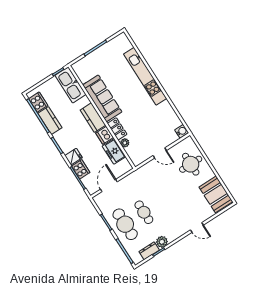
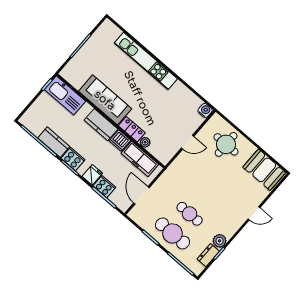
cooker: (38, 102) -> (73, 159), moved
freezer: (114, 151) -> (140, 159), width x1.40

